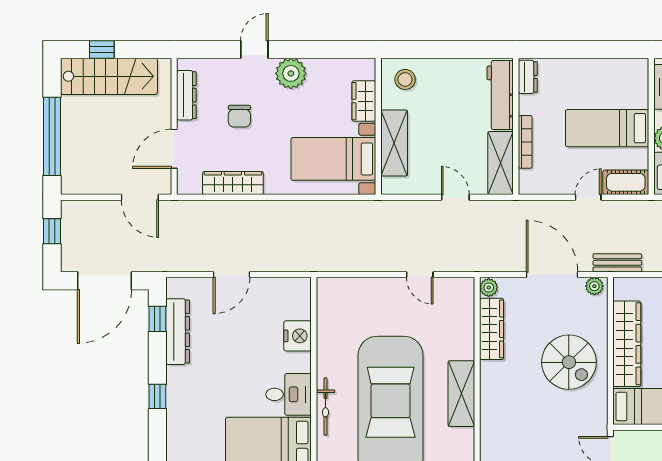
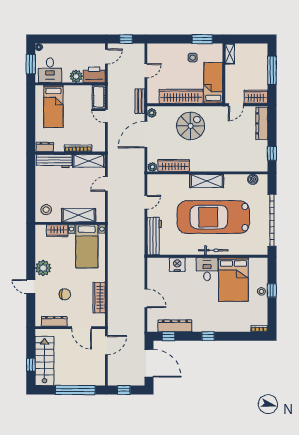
bed: (607, 128) -> (53, 106), moved
workbench: (353, 291) -> (154, 236), added

